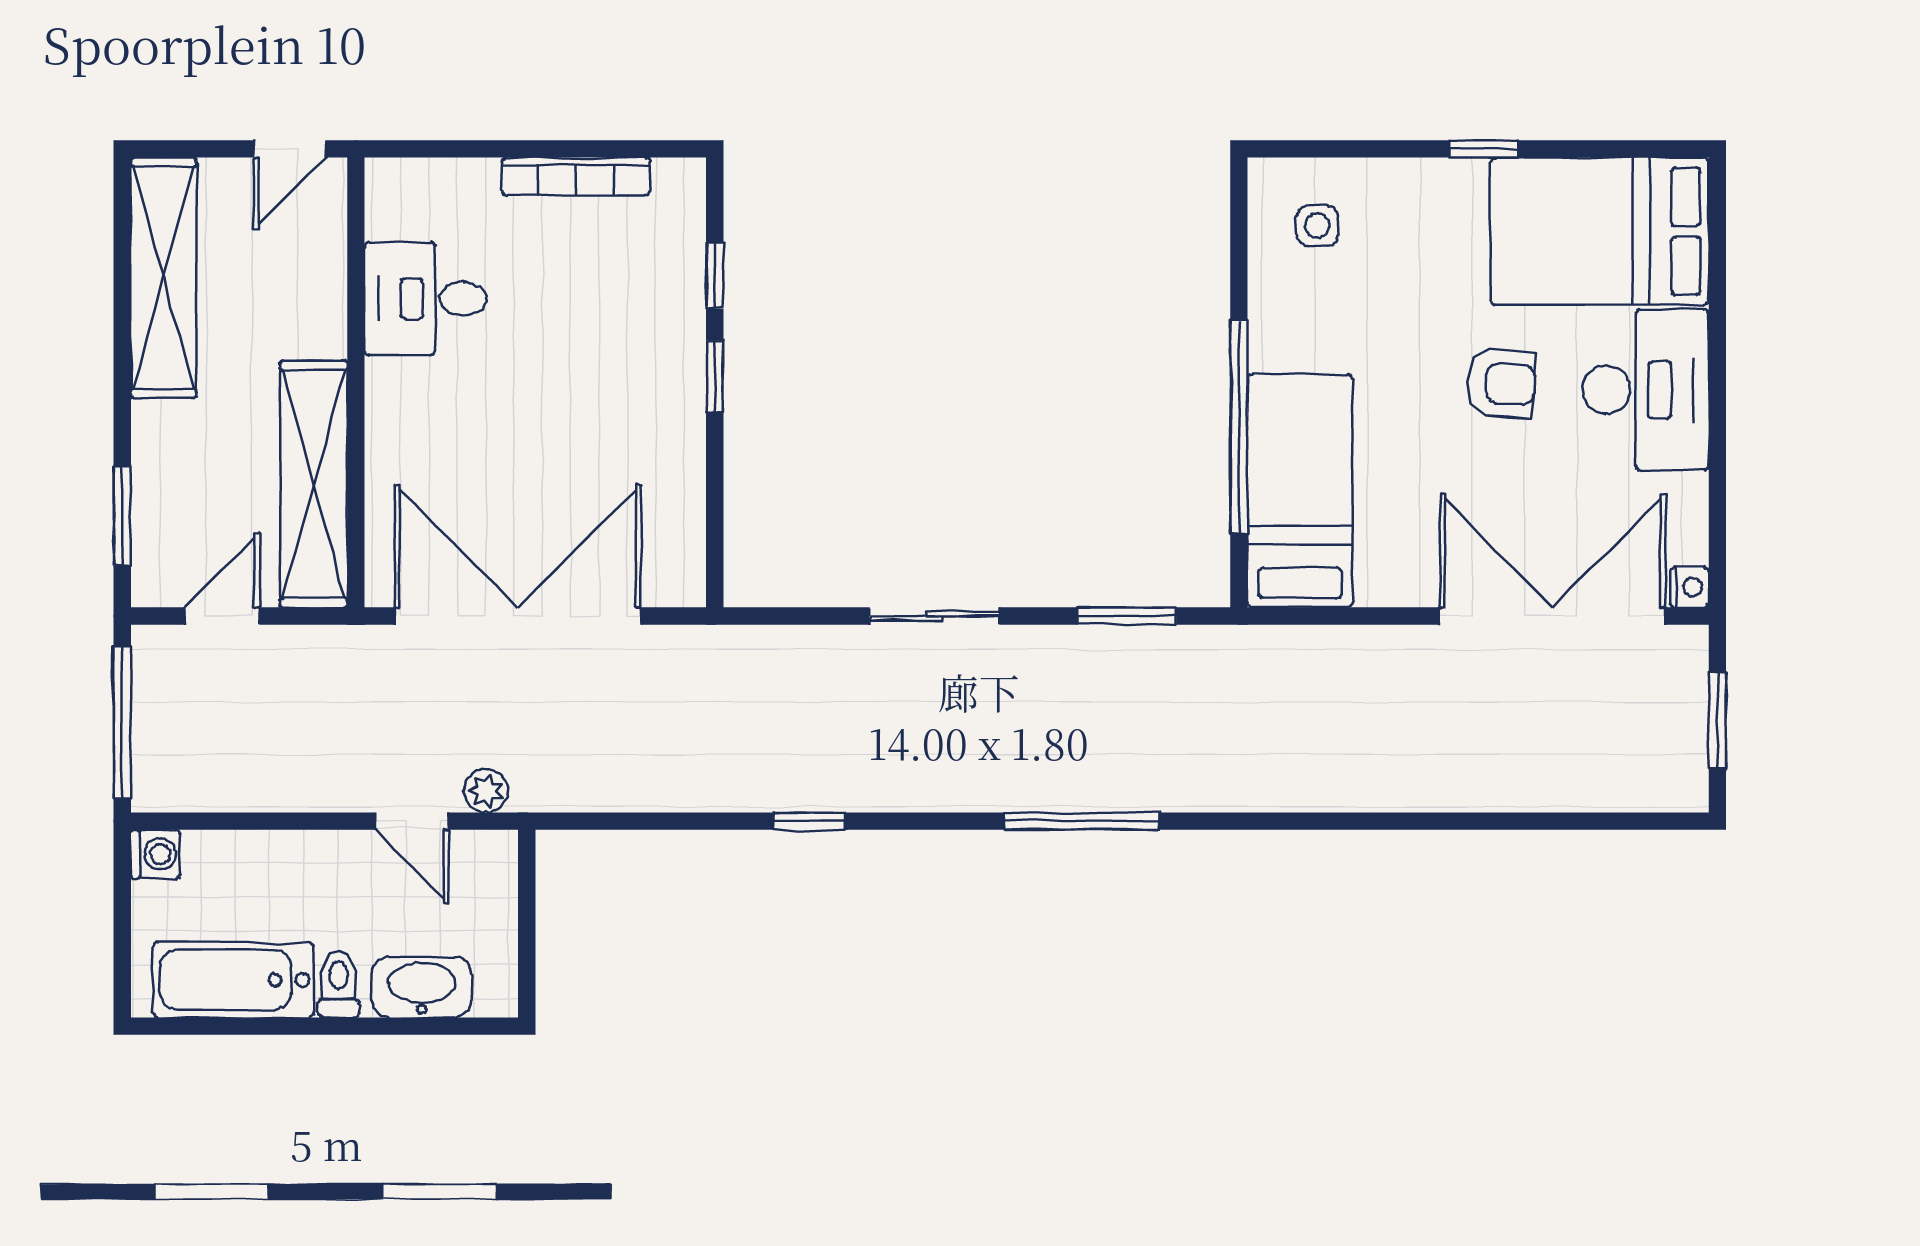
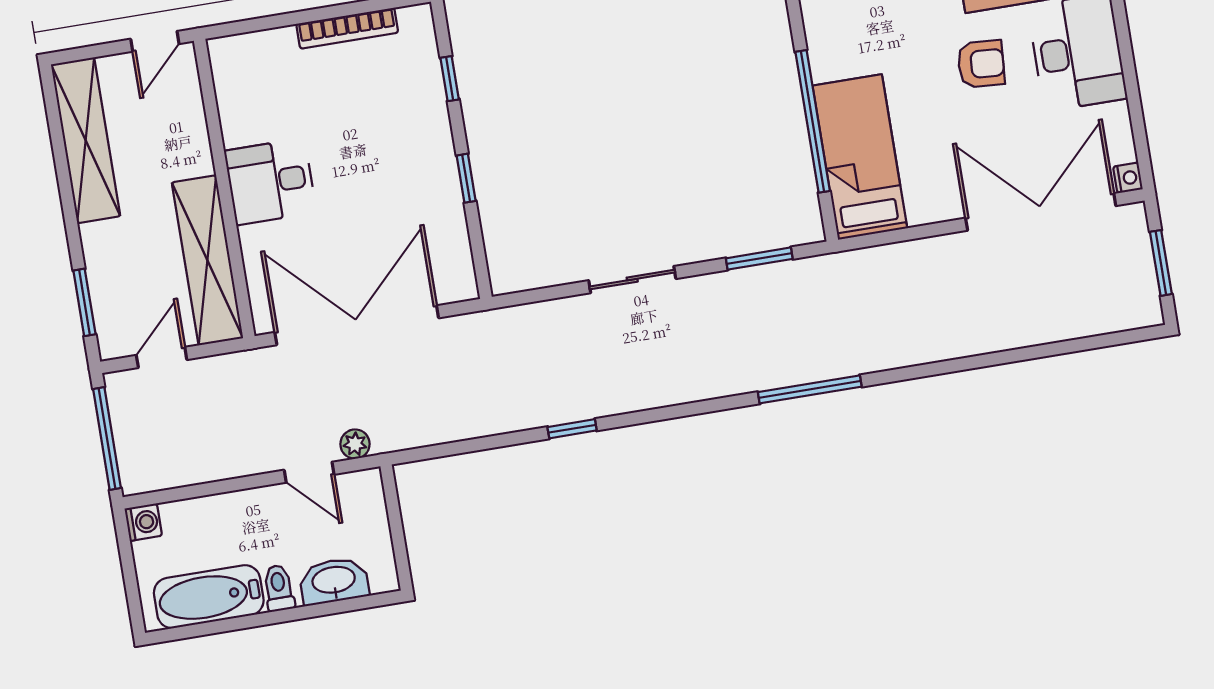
desk: (425, 299) -> (270, 182), moved
window: (715, 376) -> (466, 178), moved
window: (1081, 821) -> (810, 389), moved

